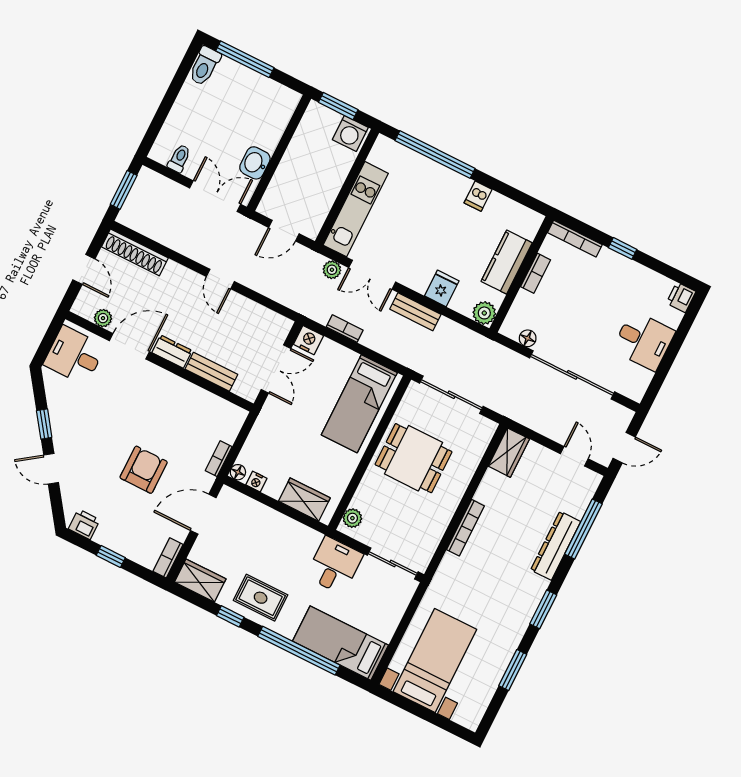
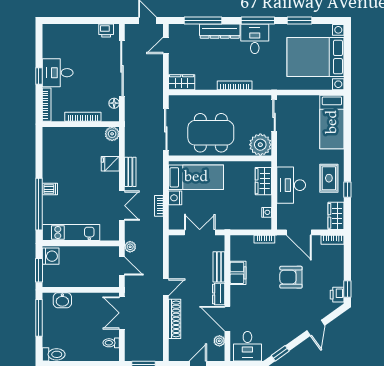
window: (245, 59) -> (39, 318), moved
washbasin: (255, 163) -> (62, 300), moved
dishwasher: (478, 196) -> (50, 189), moved
kitchen unit: (356, 209) -> (71, 232), moved
shoe rack: (135, 252) -> (175, 319), moved
kitchen counter: (507, 262) -> (78, 136), removed
plant: (332, 270) -> (130, 247), moved
bookcase: (536, 273) -> (83, 117), width x1.56
printer: (681, 297) -> (106, 31), moved
nightstand: (308, 340) -> (175, 198), moved
desk: (644, 341) -> (58, 73), moved, turned -90
filing cabinet: (189, 395) -> (238, 273), added
window: (44, 424) -> (280, 353), moved
dining table: (414, 458) -> (211, 133), width x1.37
floor lamp: (238, 472) -> (267, 225), removed
plant: (352, 518) -> (260, 145), width x1.88, depth x1.88
window: (111, 557) -> (347, 289), moved
desk: (334, 565) -> (291, 185), moved, width x1.37
desk: (519, 591) -> (255, 39), added
window: (543, 609) -> (258, 21), width x1.44
window: (299, 651) -> (347, 143), removed
bed with nightstands: (435, 660) -> (316, 57), width x1.36

